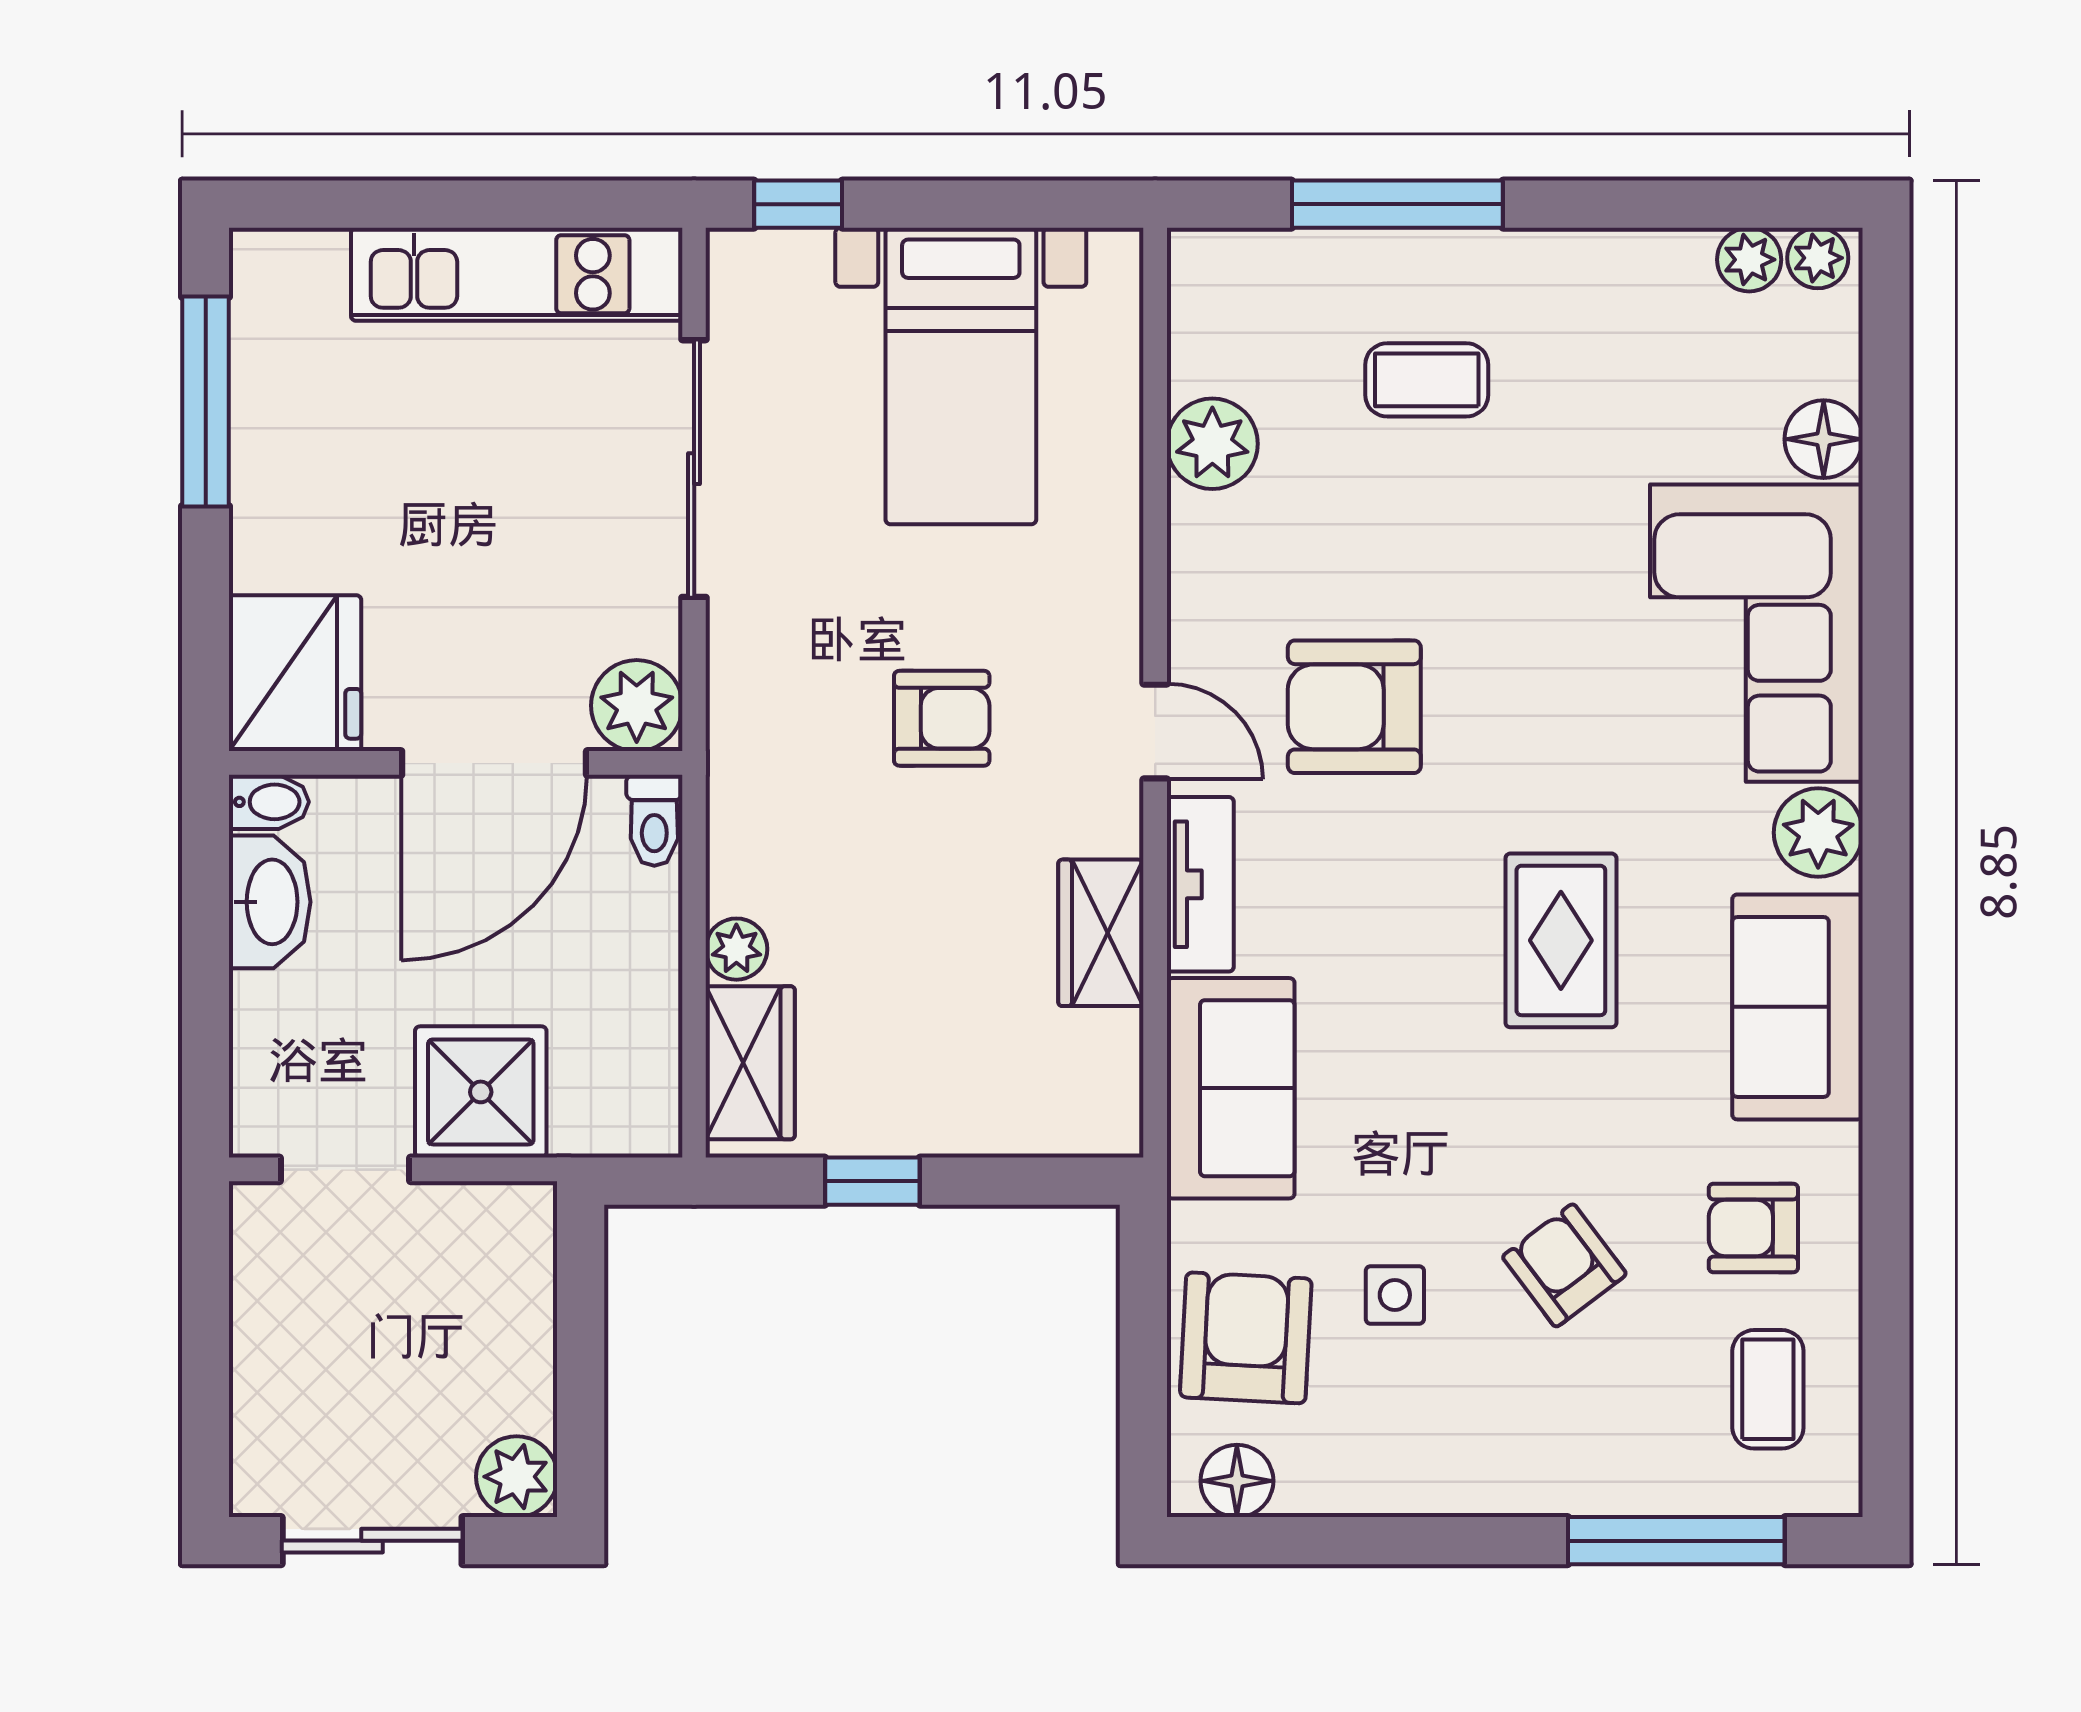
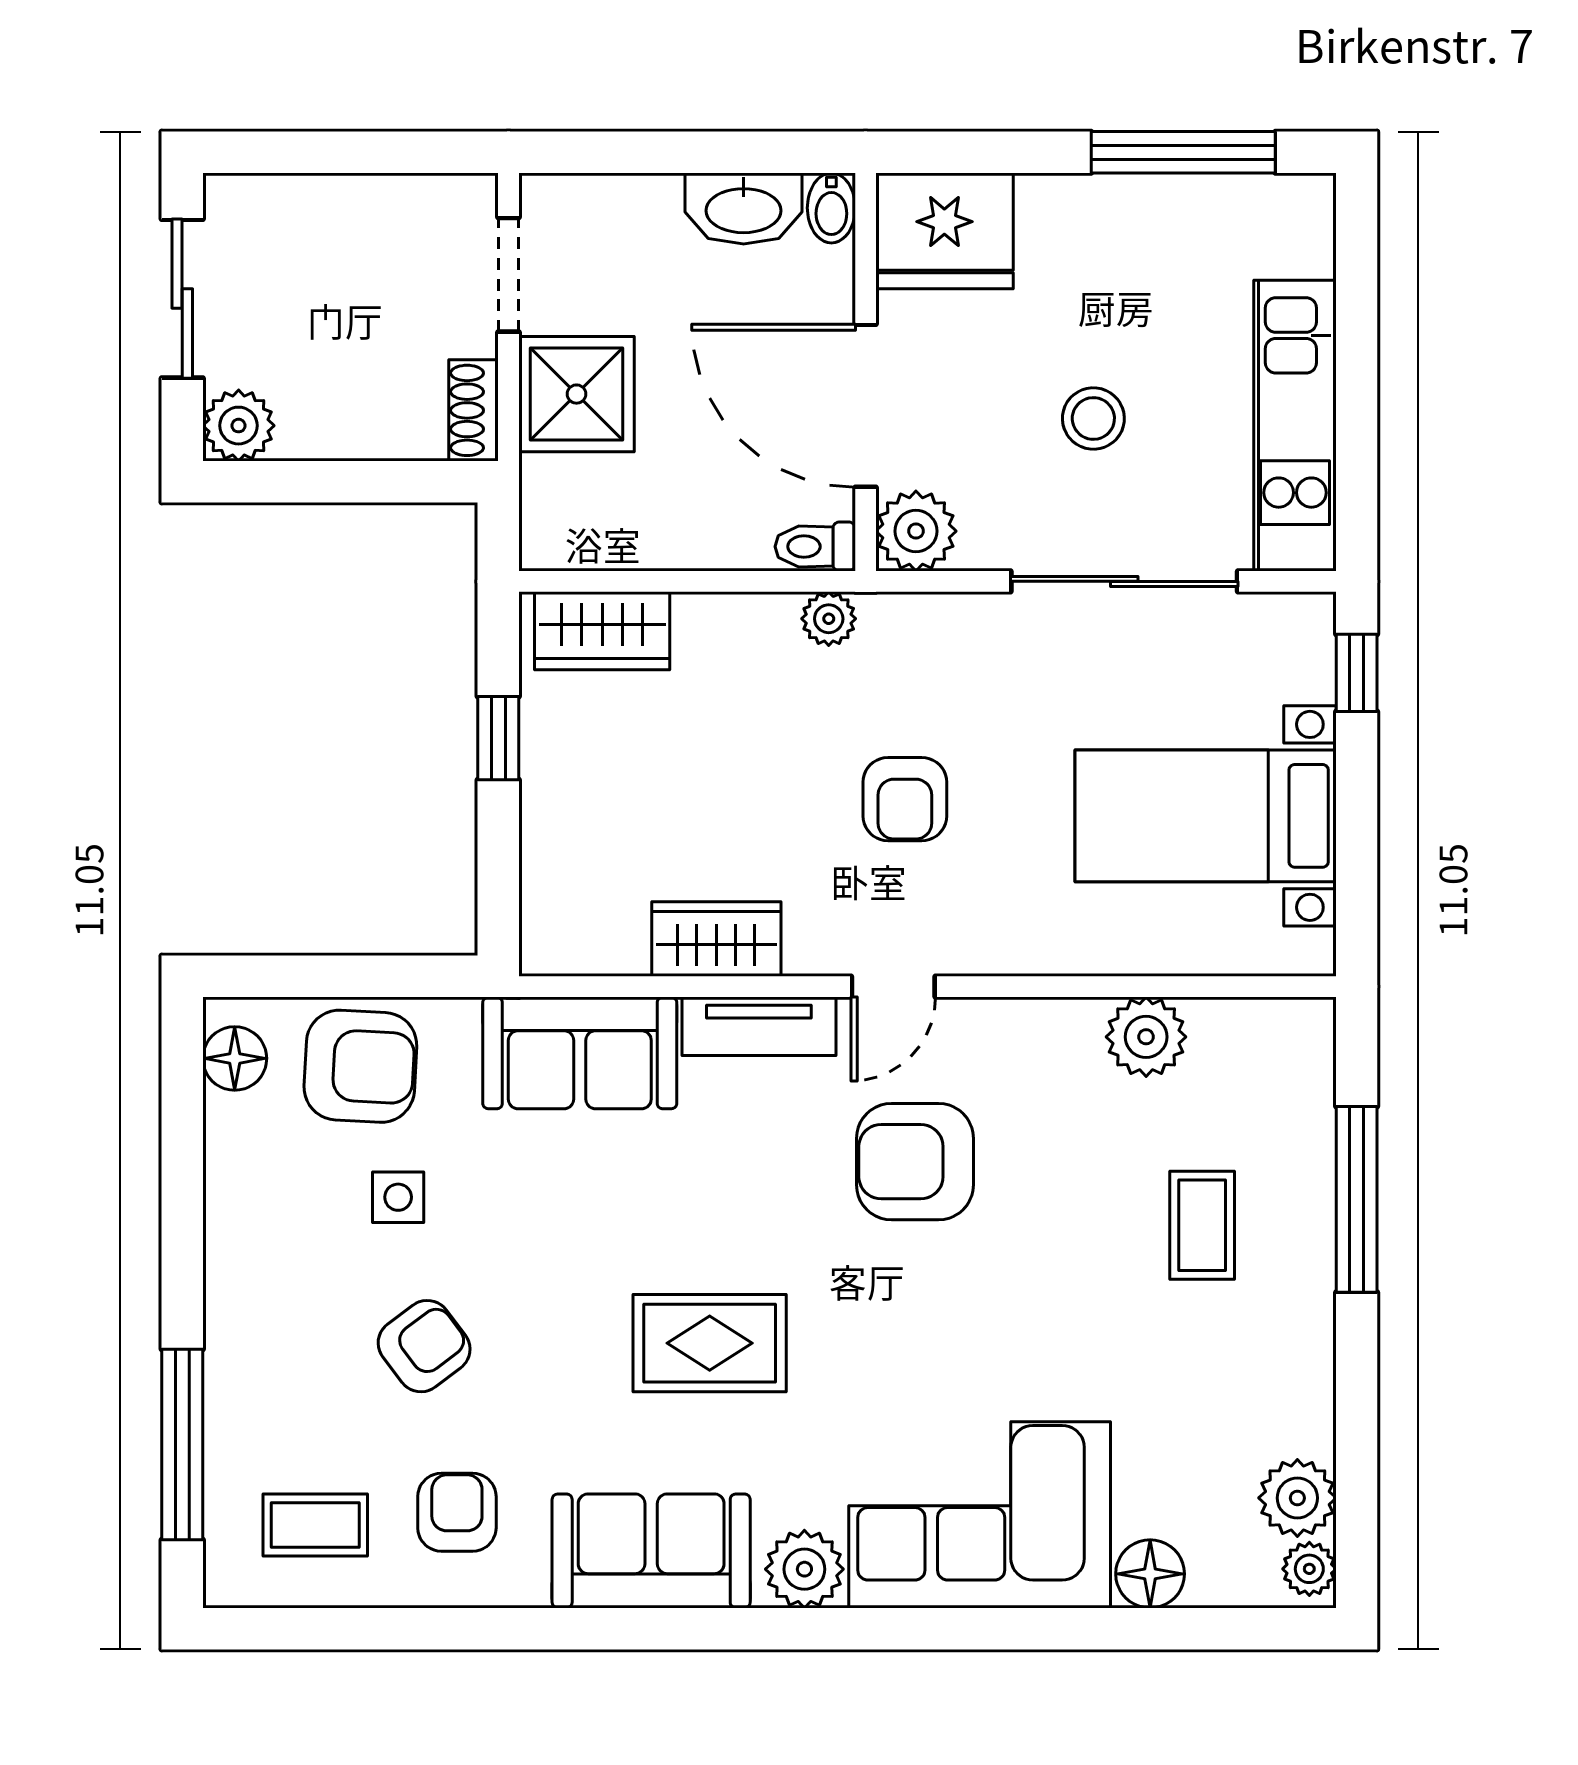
plant: (1749, 260) -> (1297, 1498), width x1.38, depth x1.38
stool: (509, 504) -> (1093, 418), added
armchair: (1354, 707) -> (915, 1162), turned -90
plant: (736, 949) -> (829, 619), moved
shoe rack: (499, 1209) -> (473, 410), added

